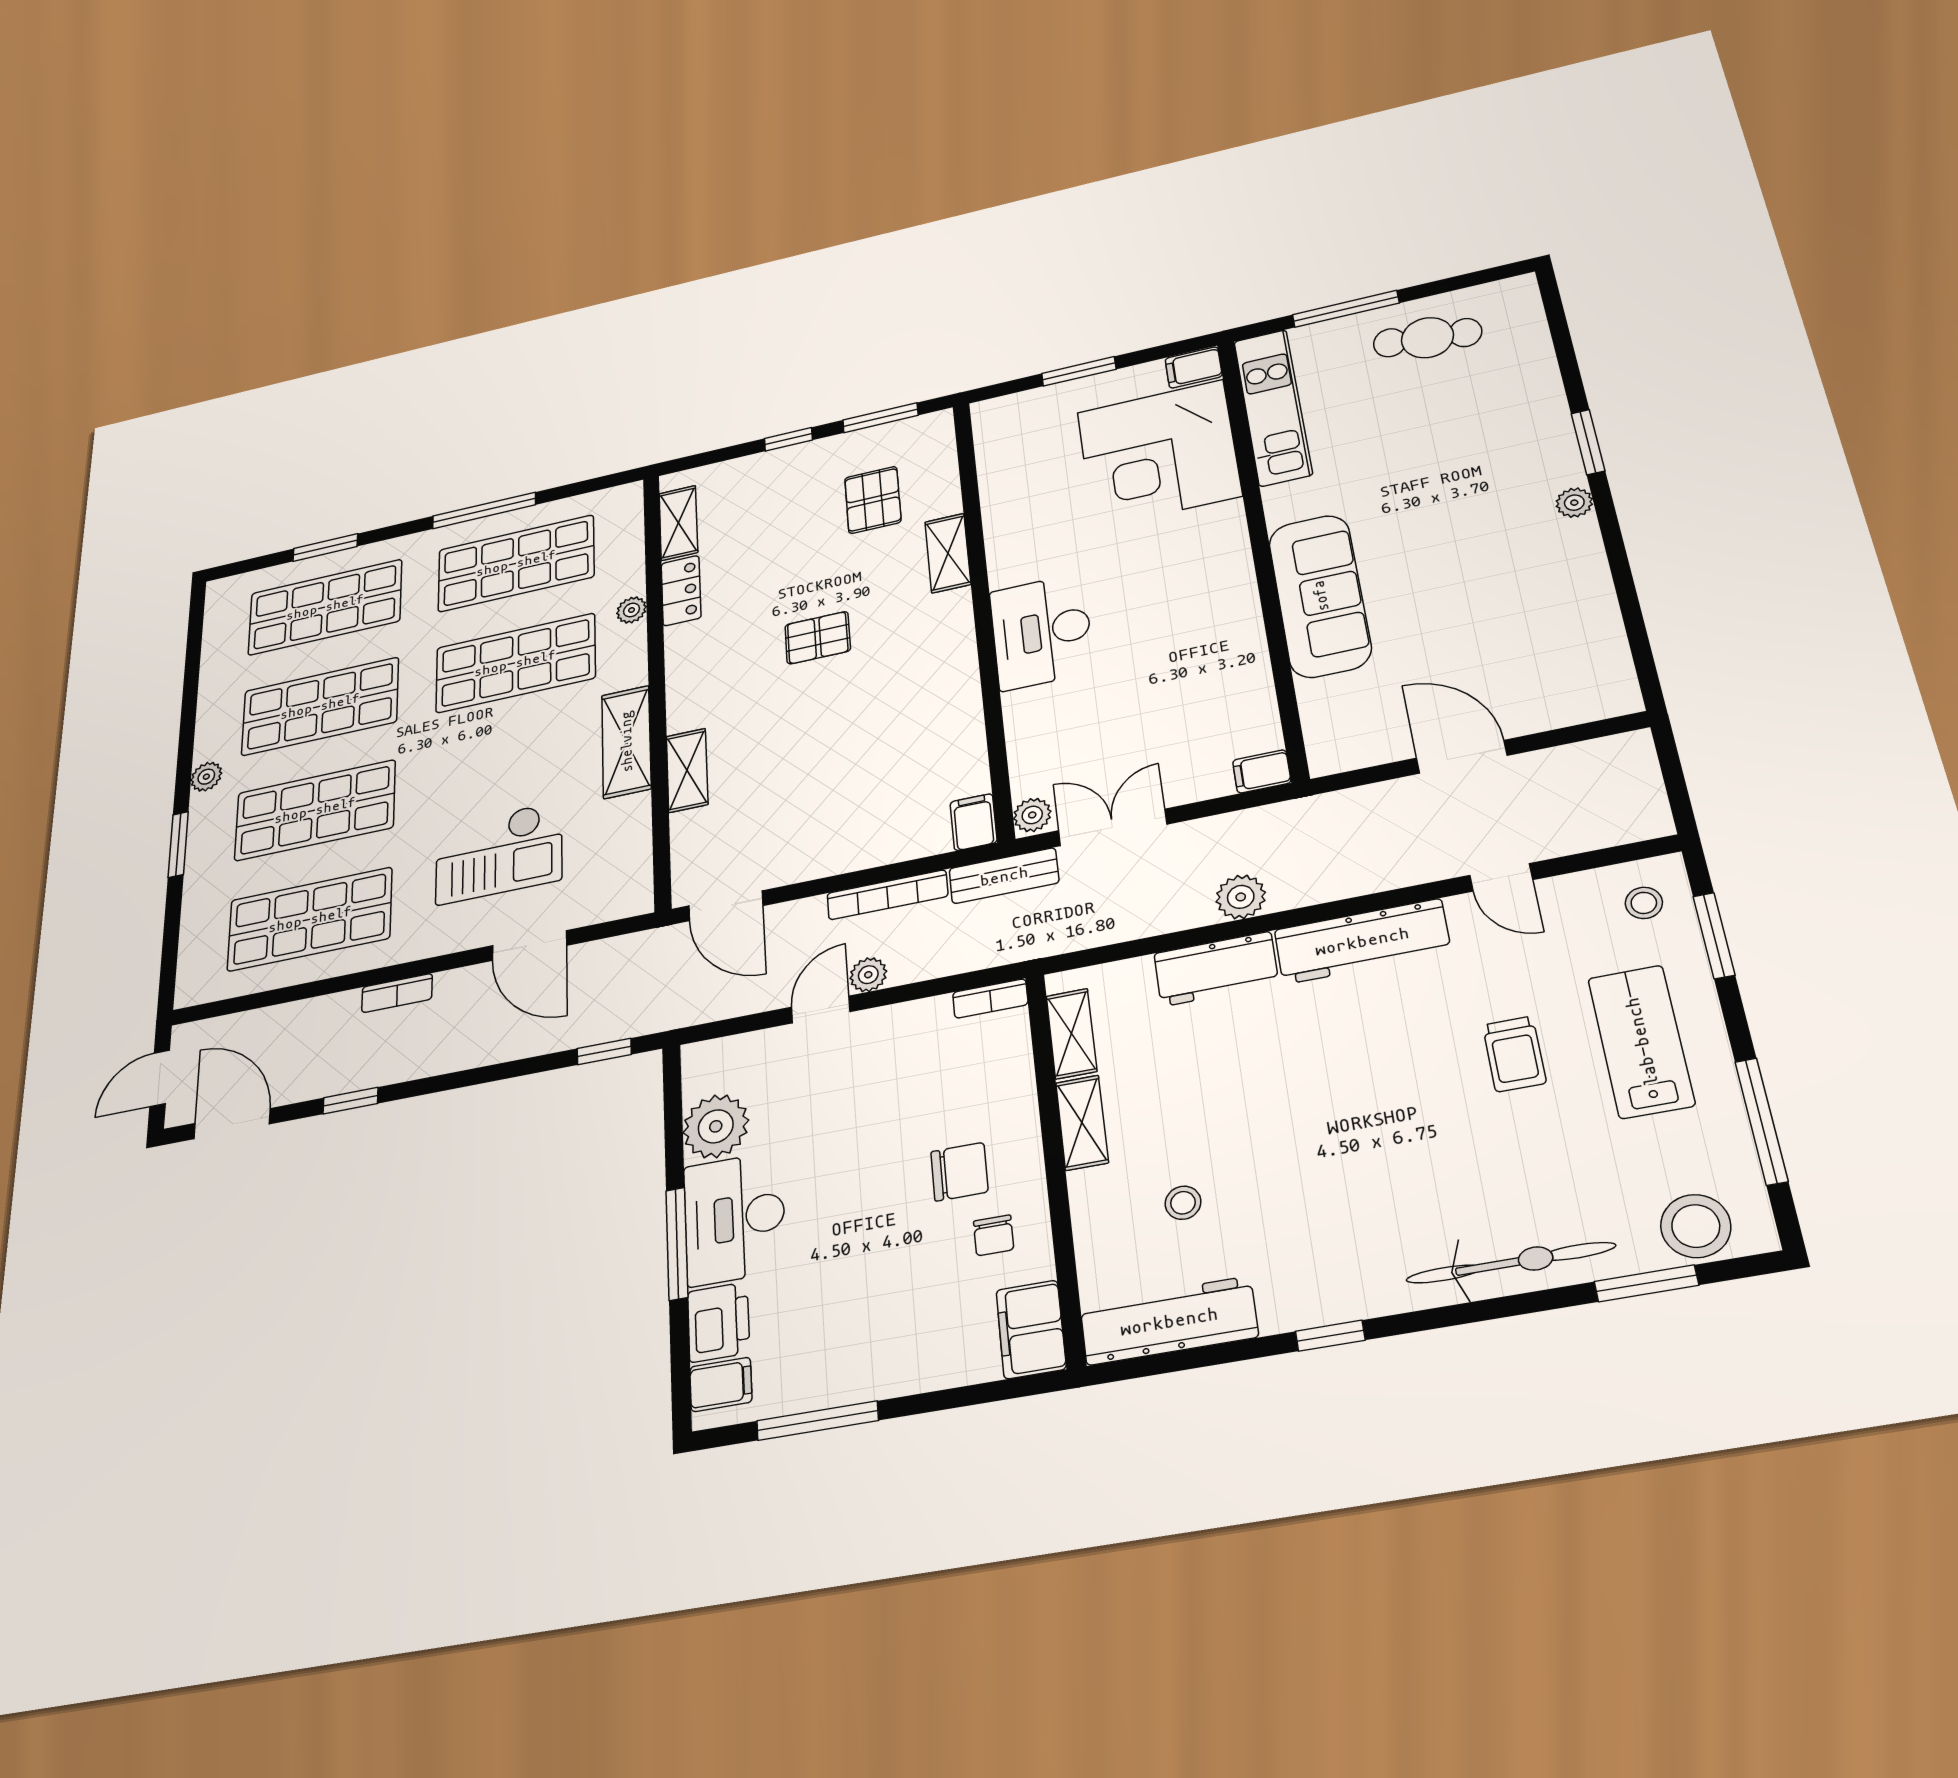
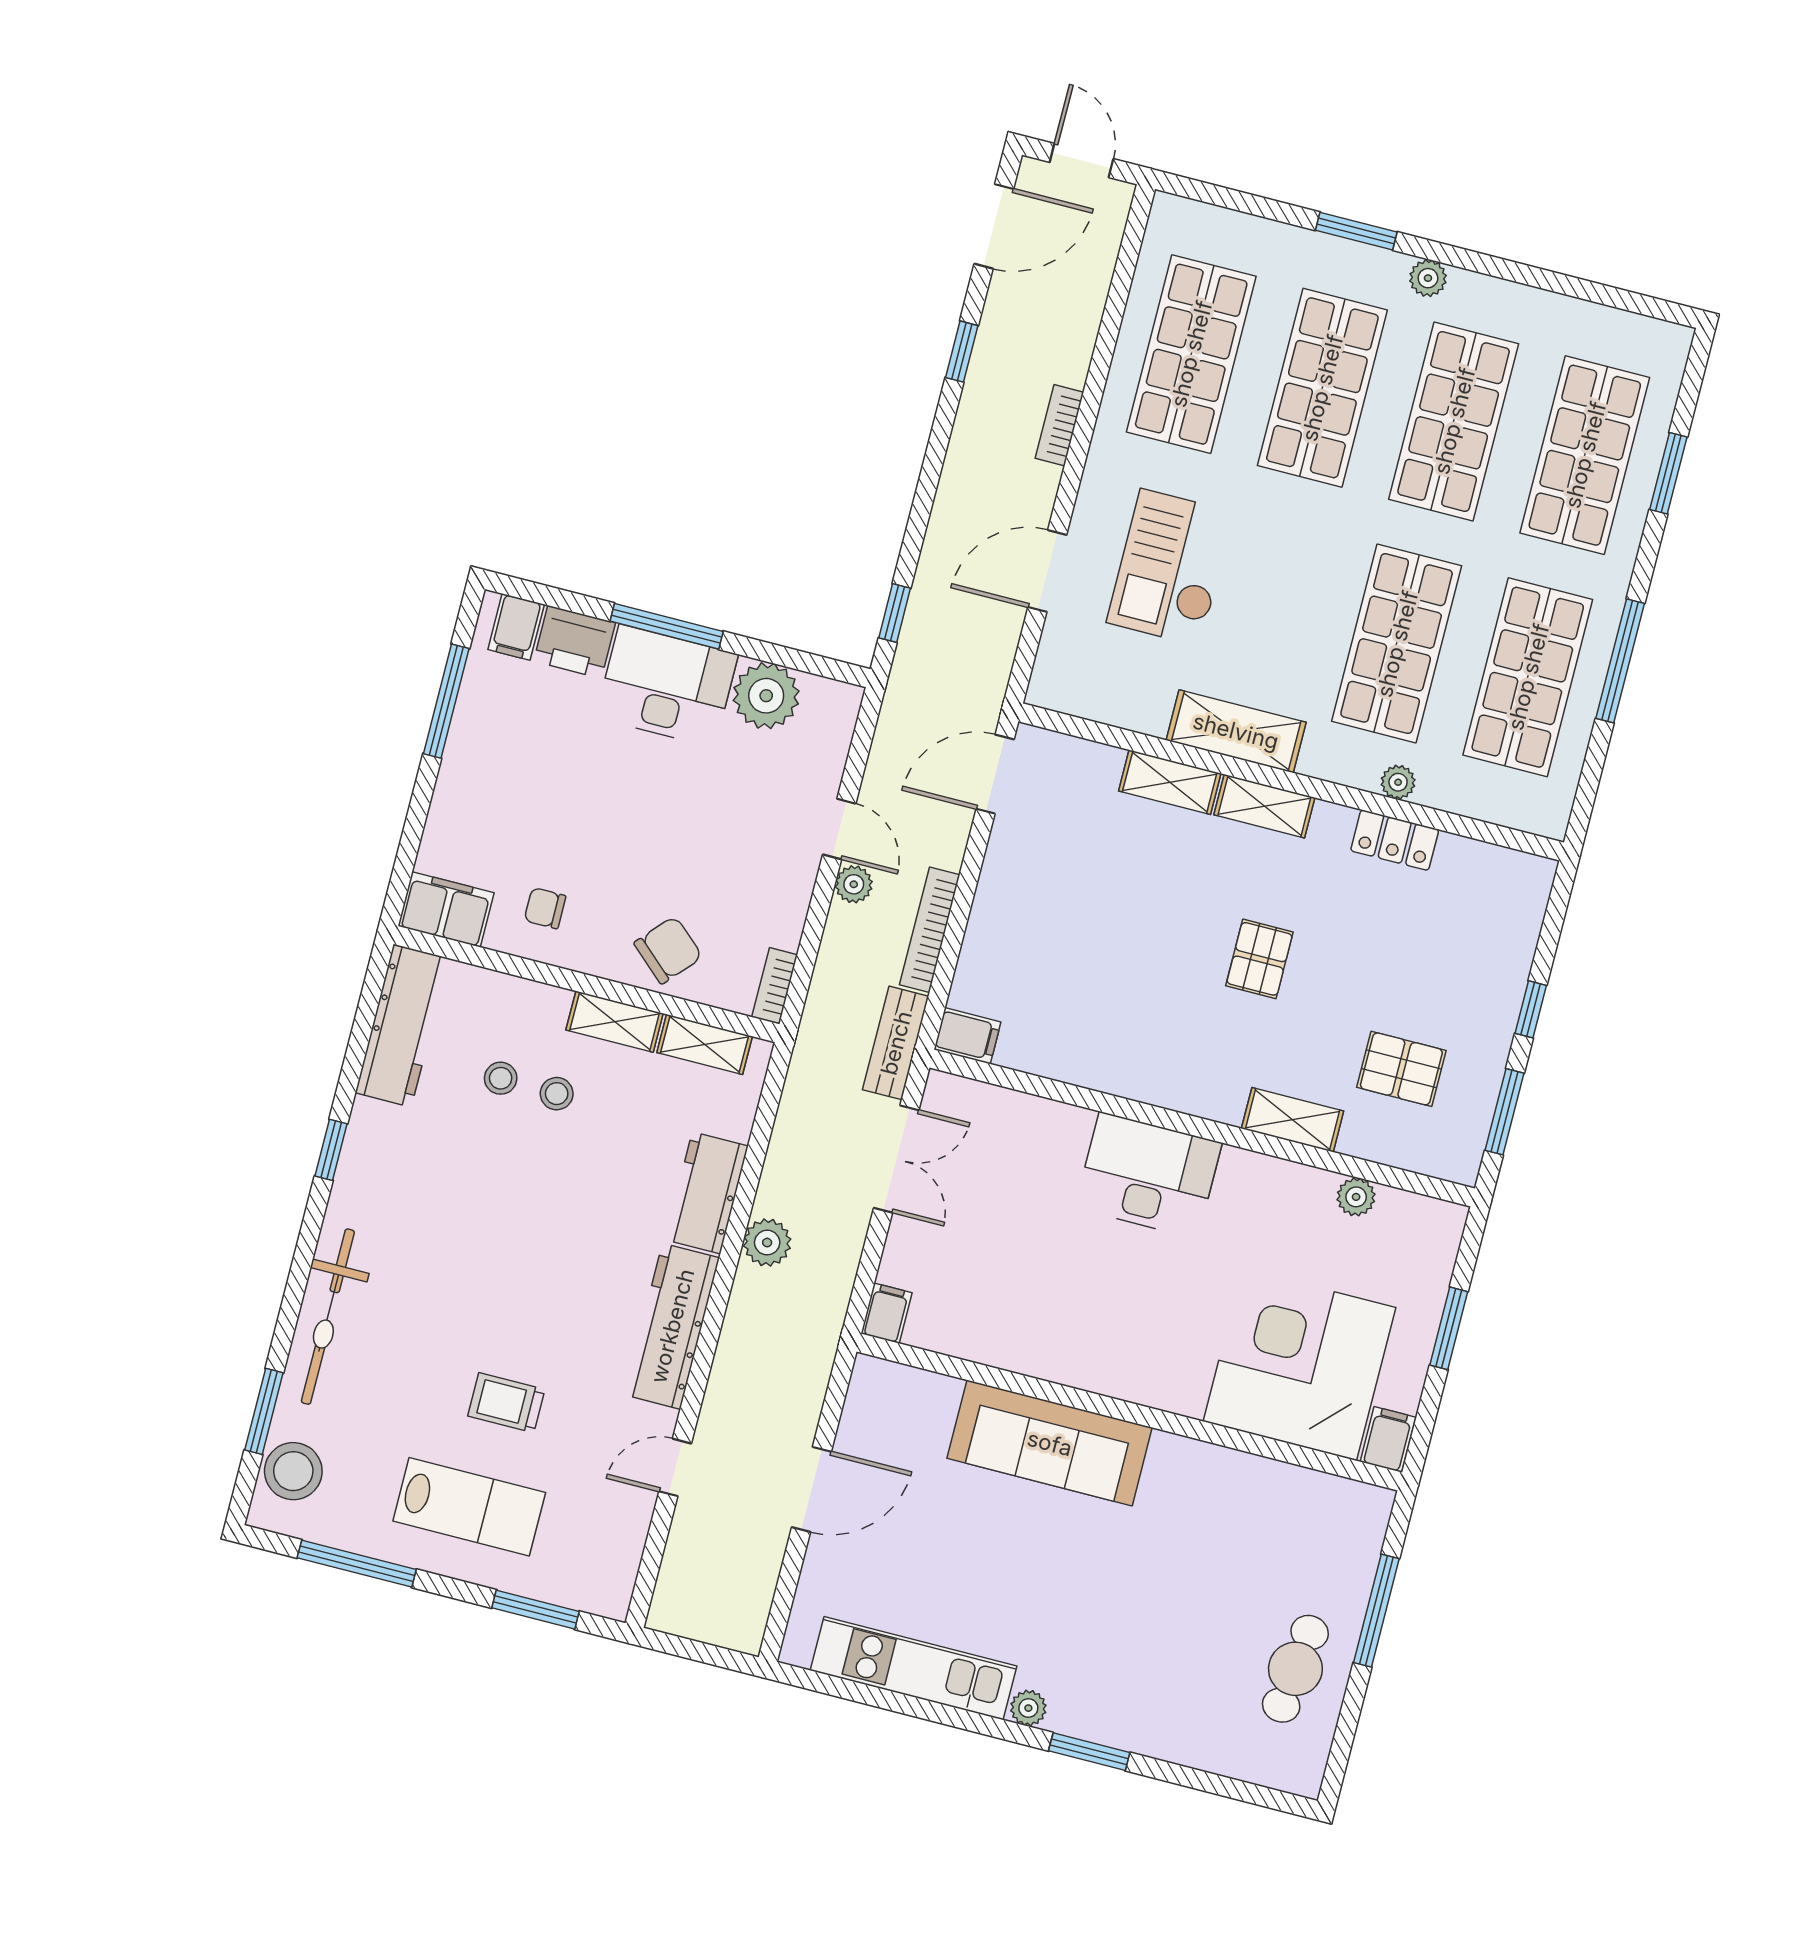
kitchen unit: (1273, 407) -> (913, 1668), moved, turned 180
shelving: (678, 523) -> (1264, 806), moved
plant: (1032, 815) -> (1356, 1197), moved
stool: (1644, 903) -> (557, 1094), moved
chair: (959, 1172) -> (668, 950), moved, turned -138

